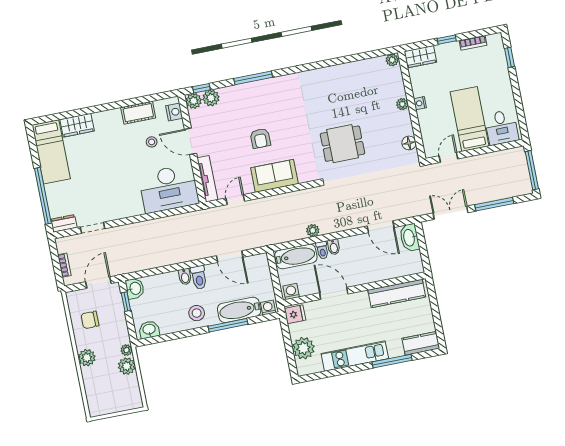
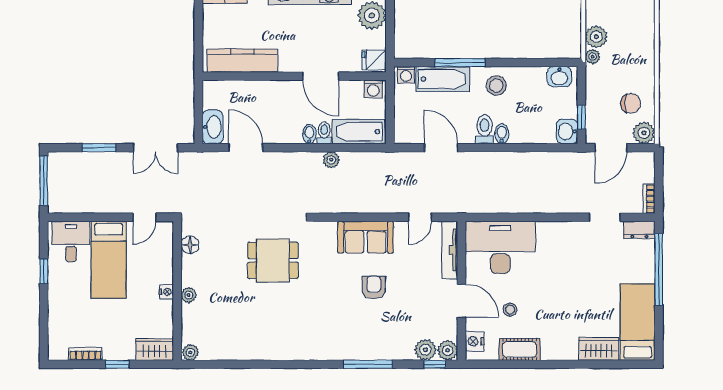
window: (509, 57) -> (44, 271), moved
window: (494, 204) -> (99, 148), width x0.69
bookcase: (64, 265) -> (649, 199), moved
plant: (87, 358) -> (644, 133), moved

